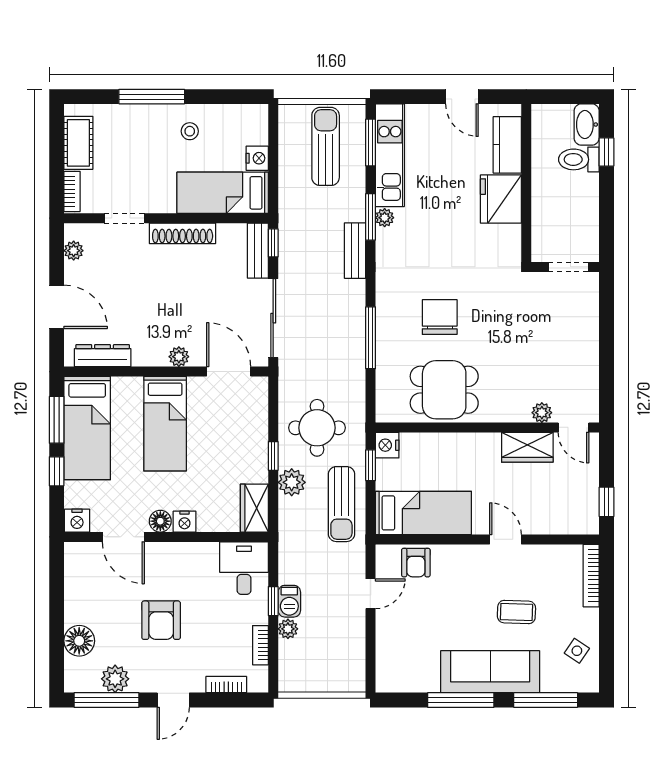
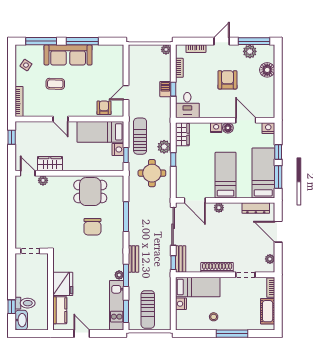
nightstand: (387, 445) -> (118, 149), moved
plant: (288, 629) -> (166, 50), moved

